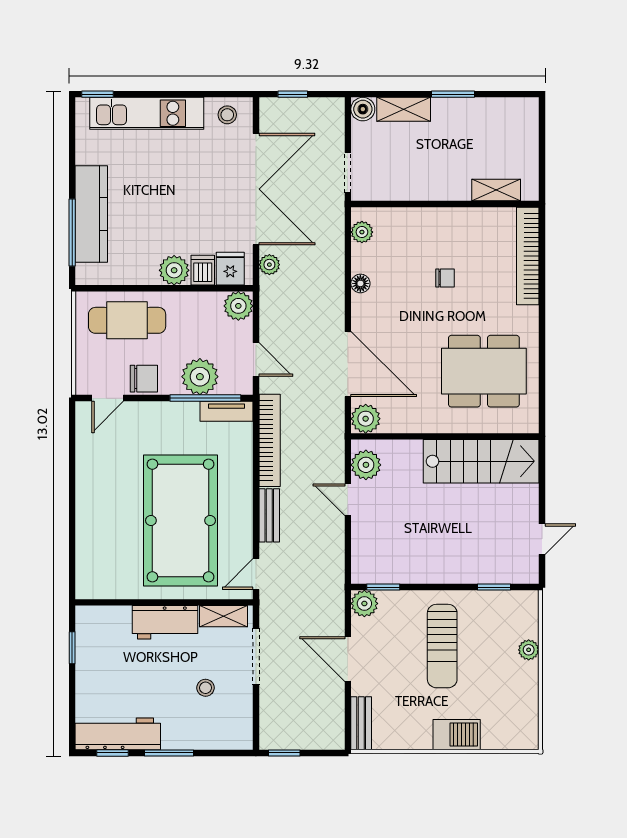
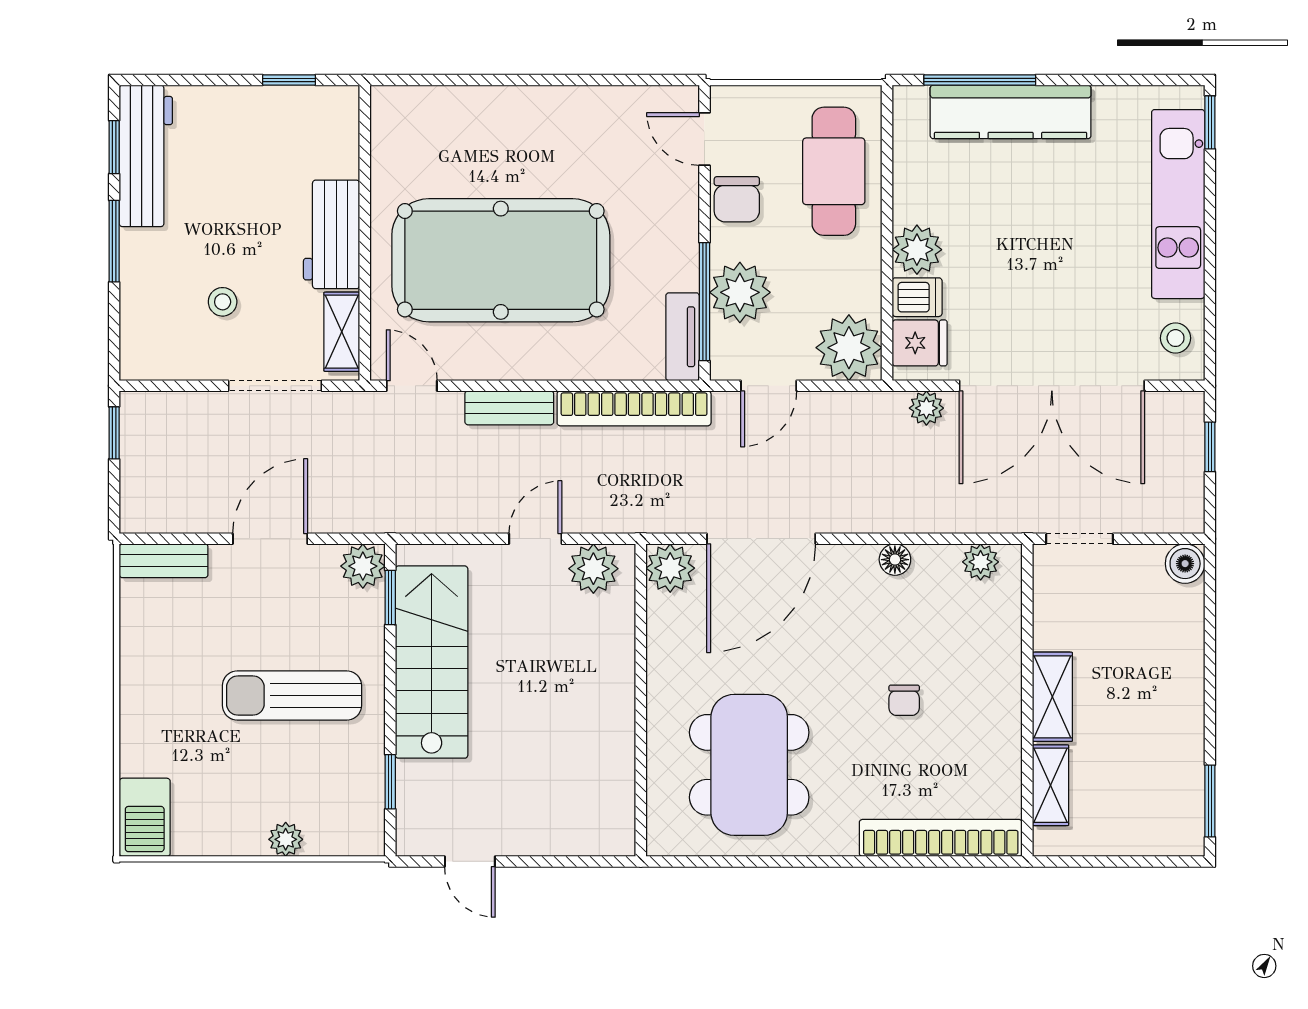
window: (453, 94) -> (1210, 801), moved
shelving: (404, 109) -> (1052, 697), moved
plant: (238, 306) -> (849, 348), width x1.36, depth x1.36
stairs: (481, 461) -> (432, 662), moved, turned 180
barbecue: (457, 735) -> (145, 817), moved

